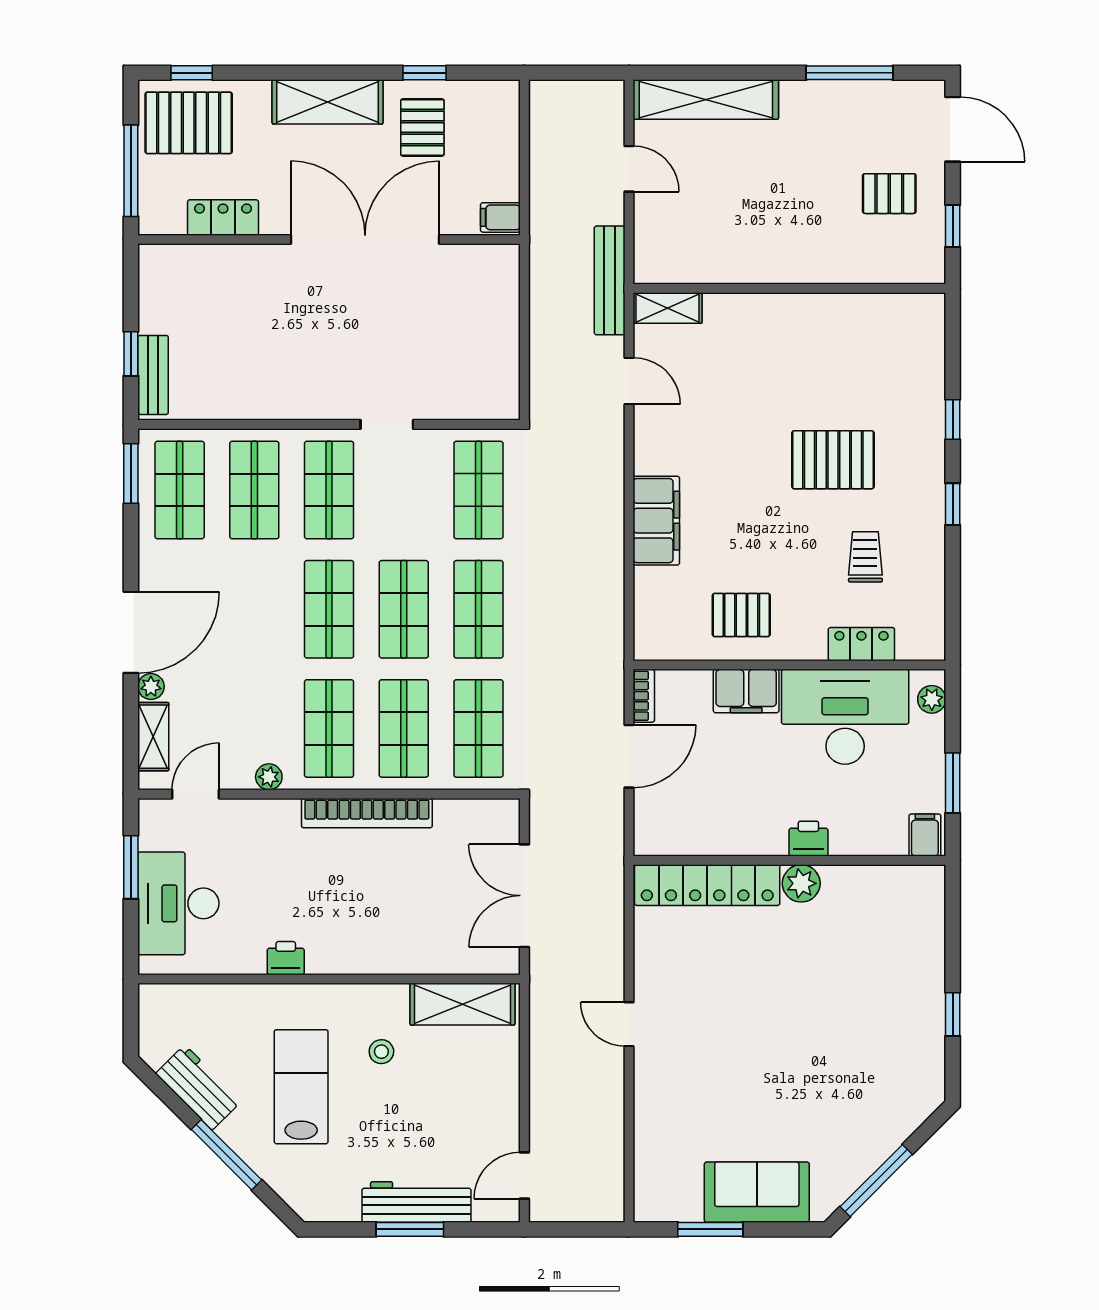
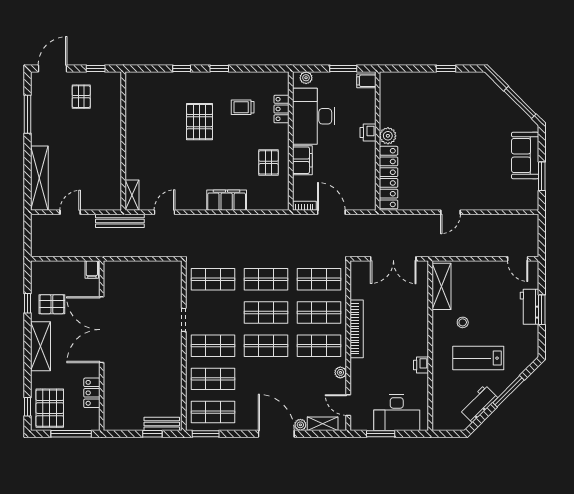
workbench: (416, 1202) -> (529, 307), width x0.73

